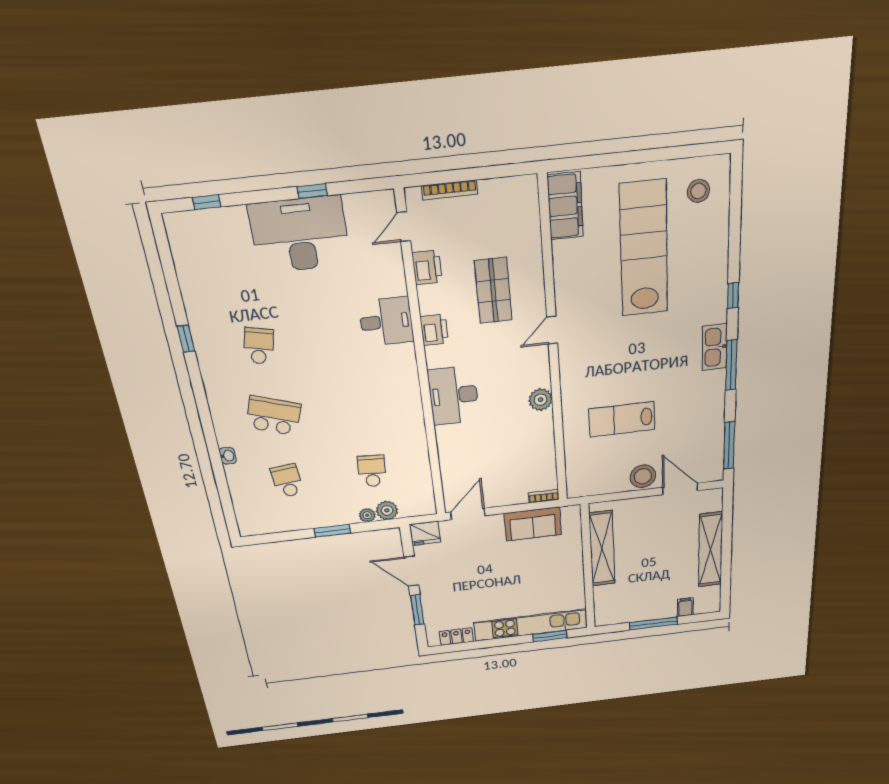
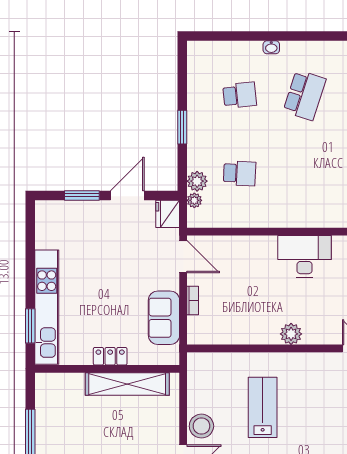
bookcase: (544, 496) -> (193, 300), moved
plant: (367, 515) -> (194, 200), moved
locker: (456, 637) -> (110, 356), moved, turned -90

